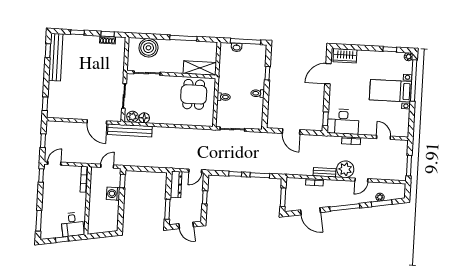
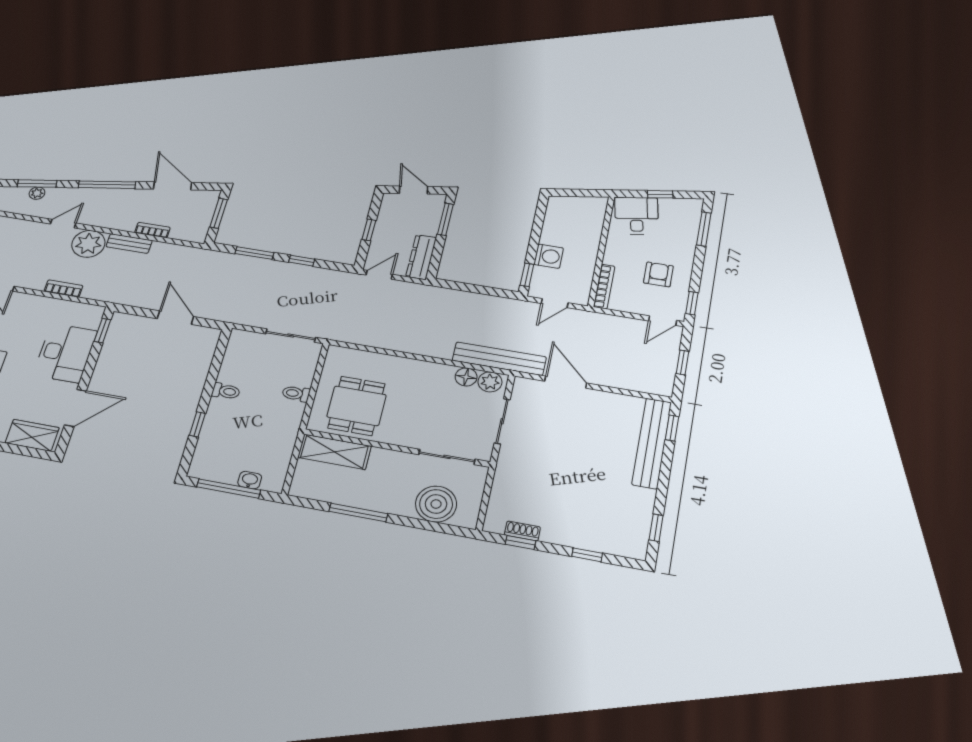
bench: (56, 57) -> (652, 443), moved
desk: (343, 122) -> (65, 353), moved, turned 90
armchair: (59, 190) -> (658, 274), added

